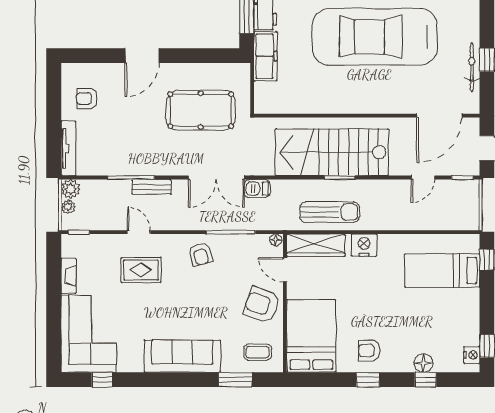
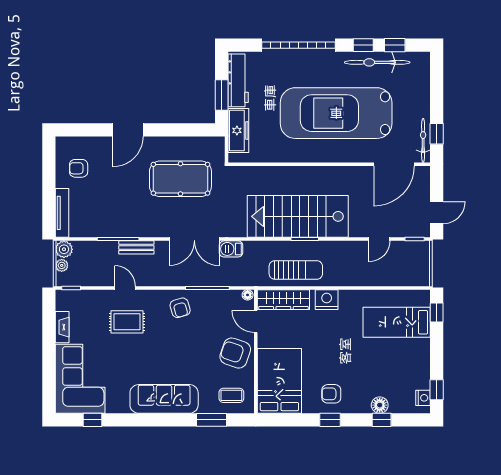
wall: (367, 116) -> (329, 164), moved
door: (439, 116) -> (394, 164), moved

